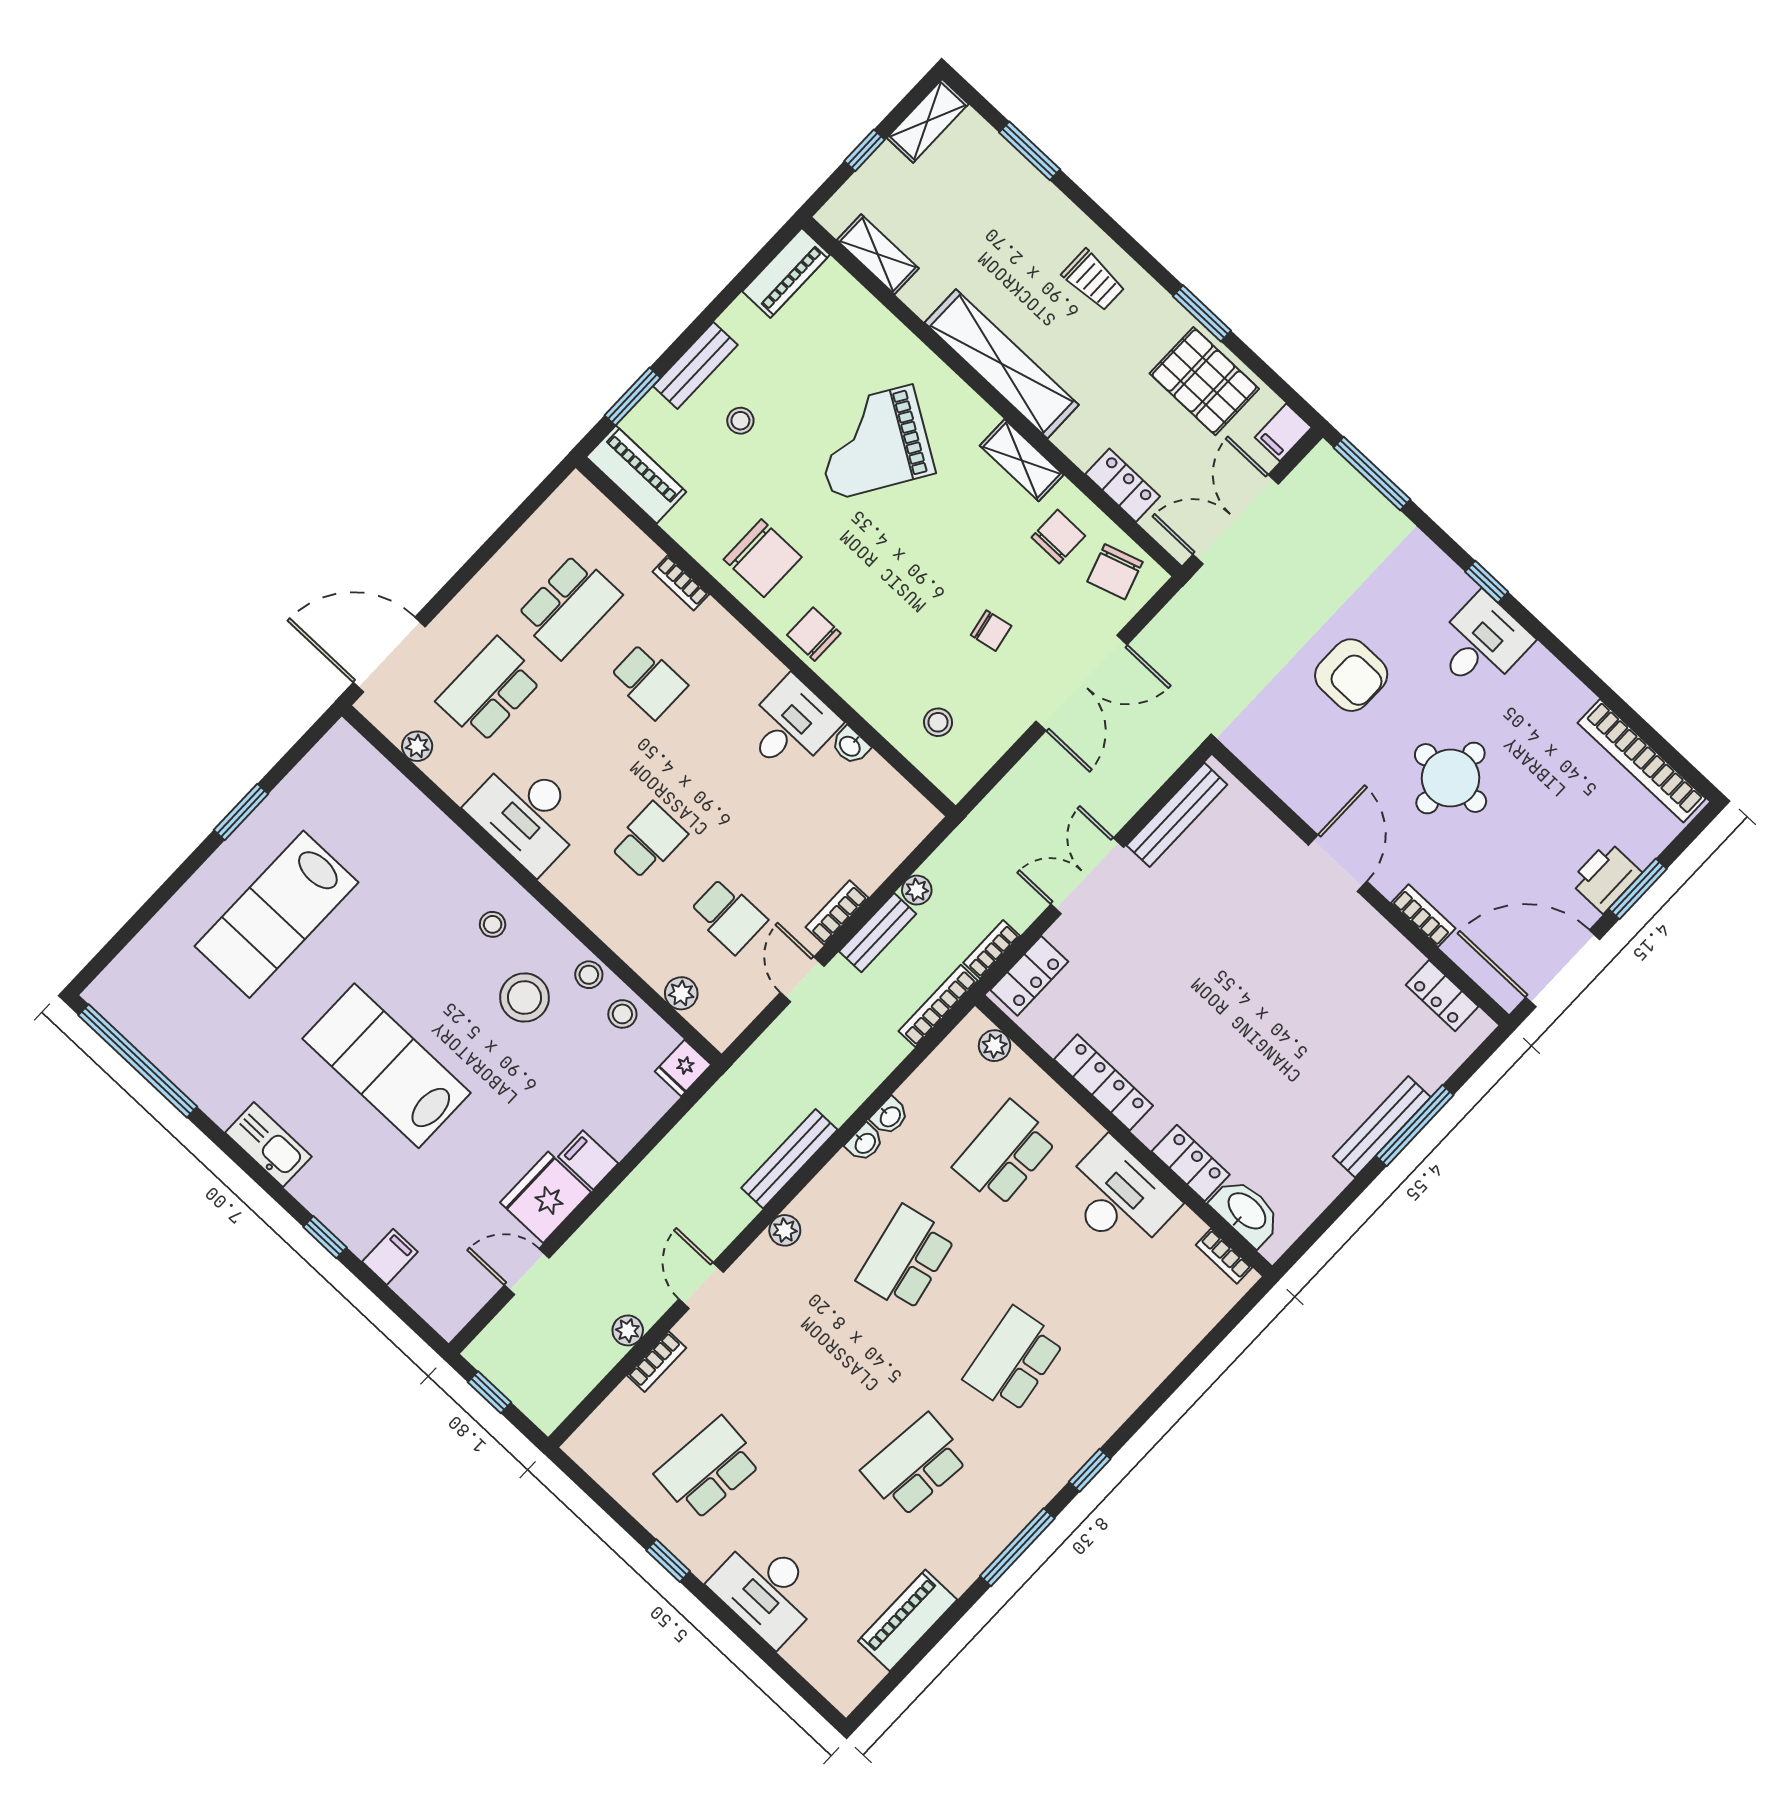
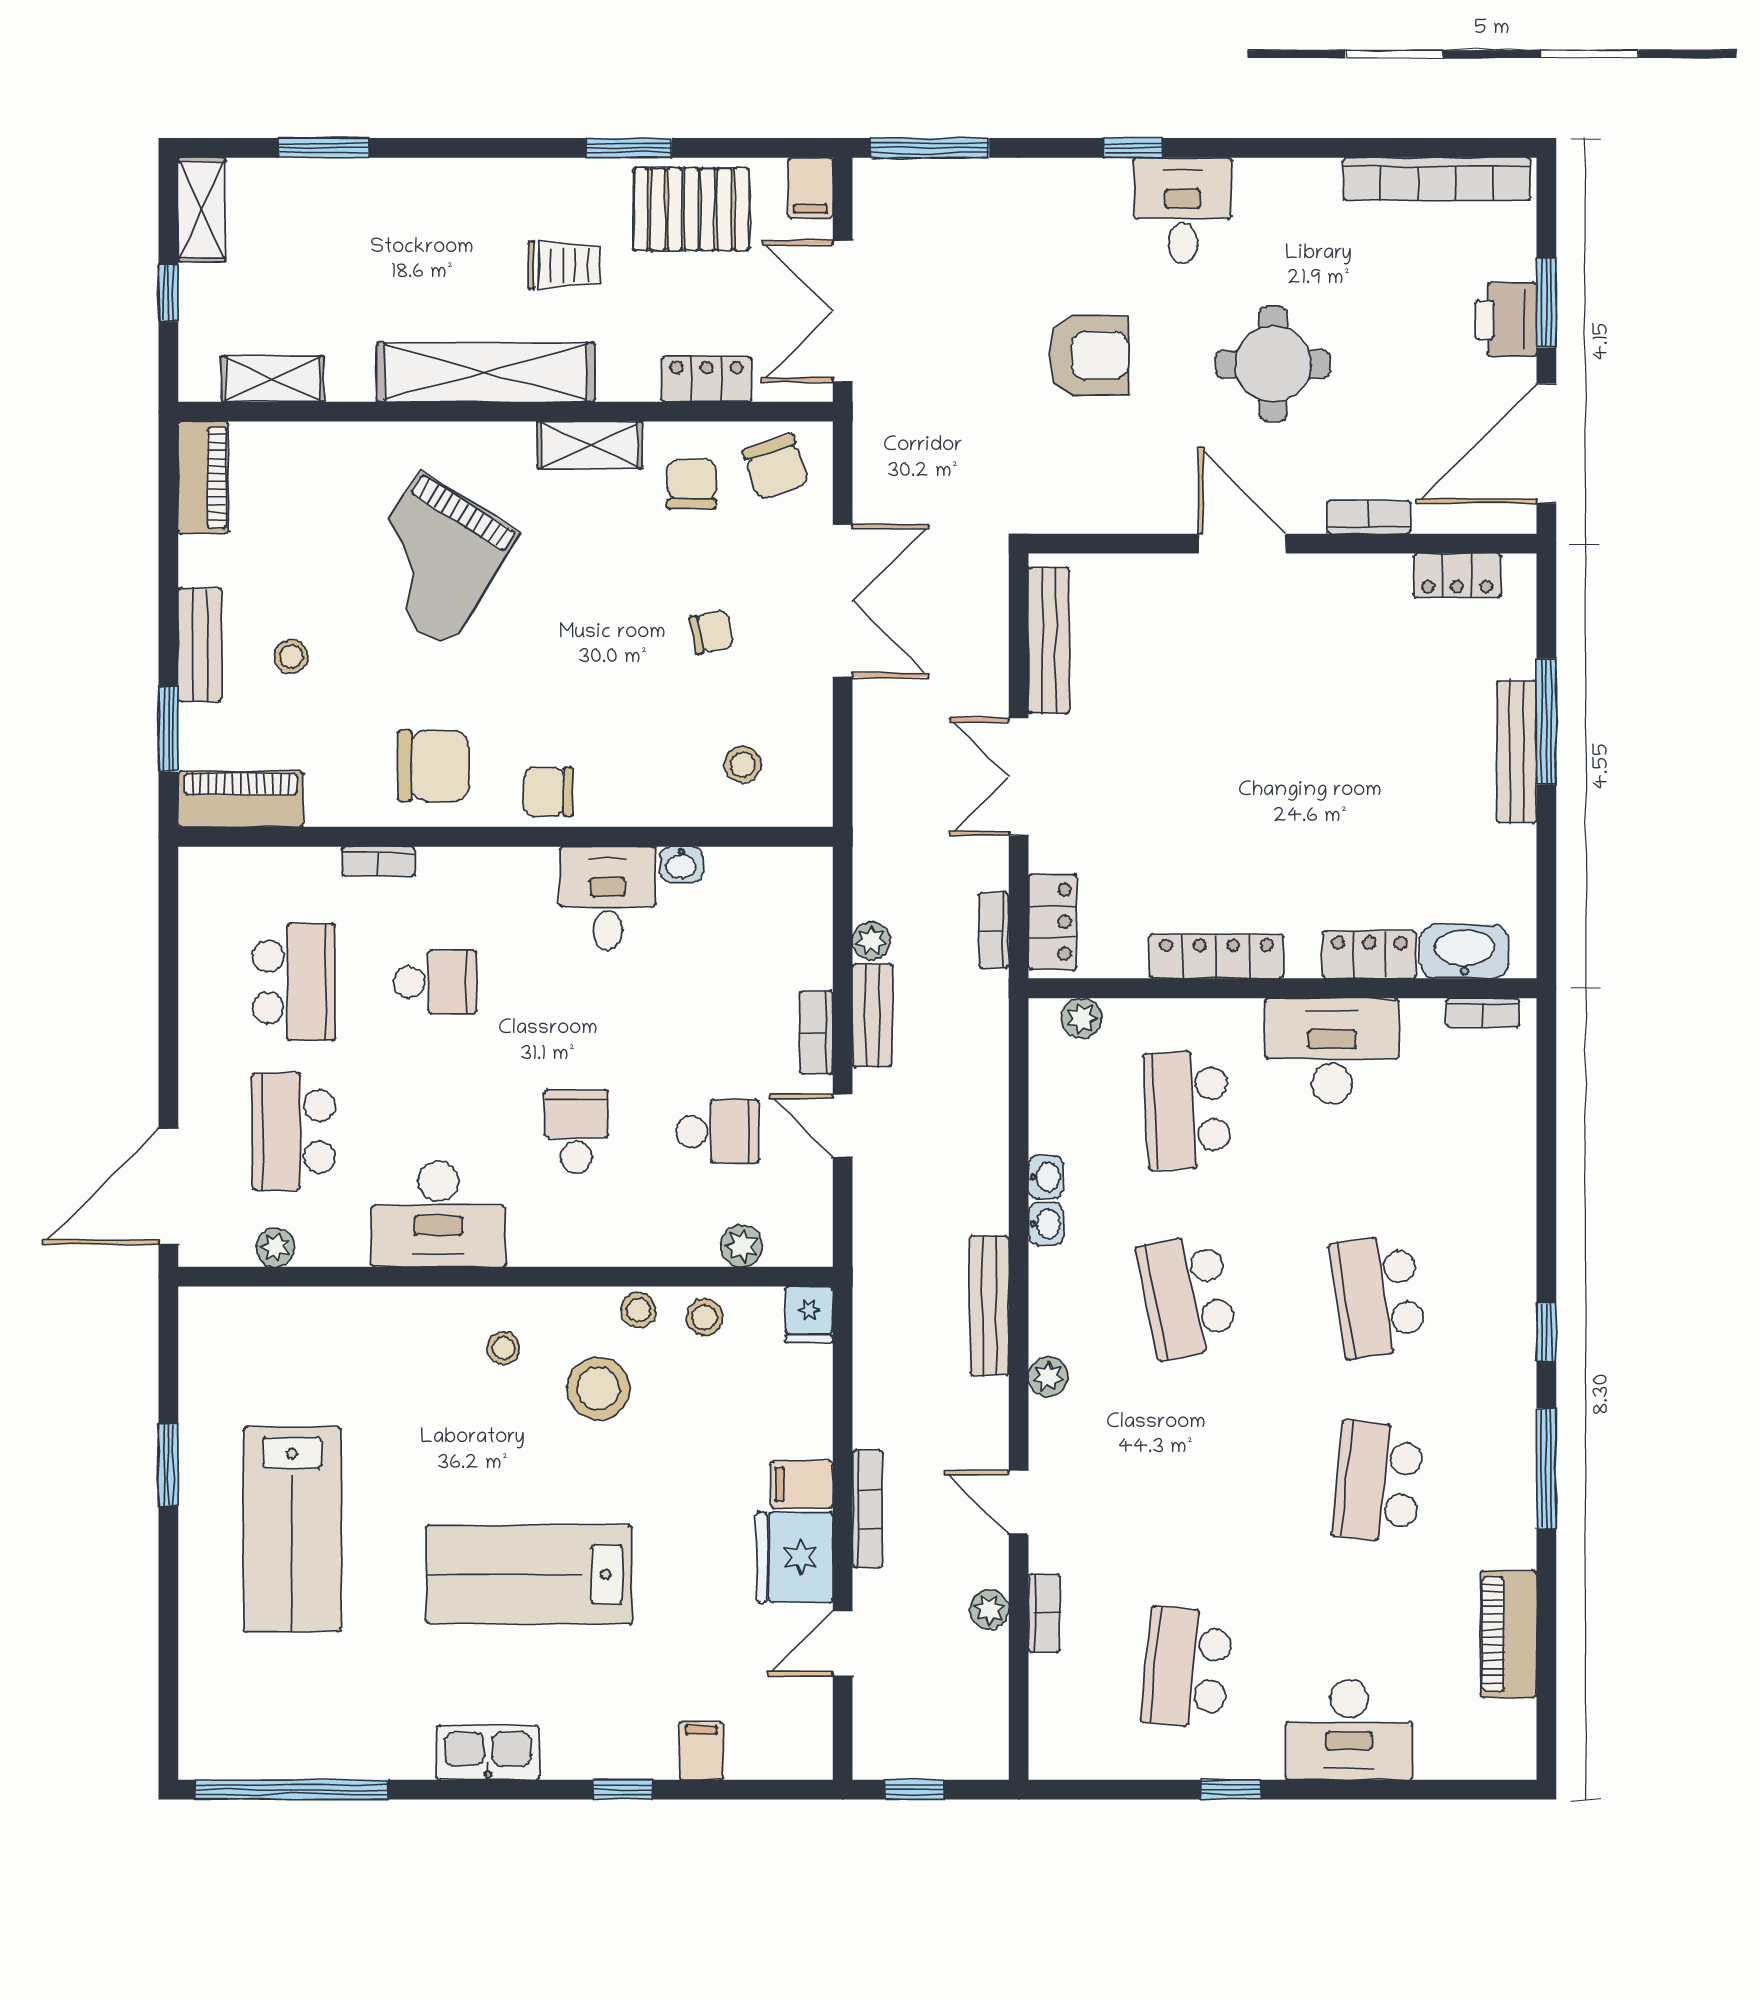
trolley: (1093, 280) -> (564, 265), moved
bookcase: (938, 1006) -> (868, 1509), moved, turned 180

